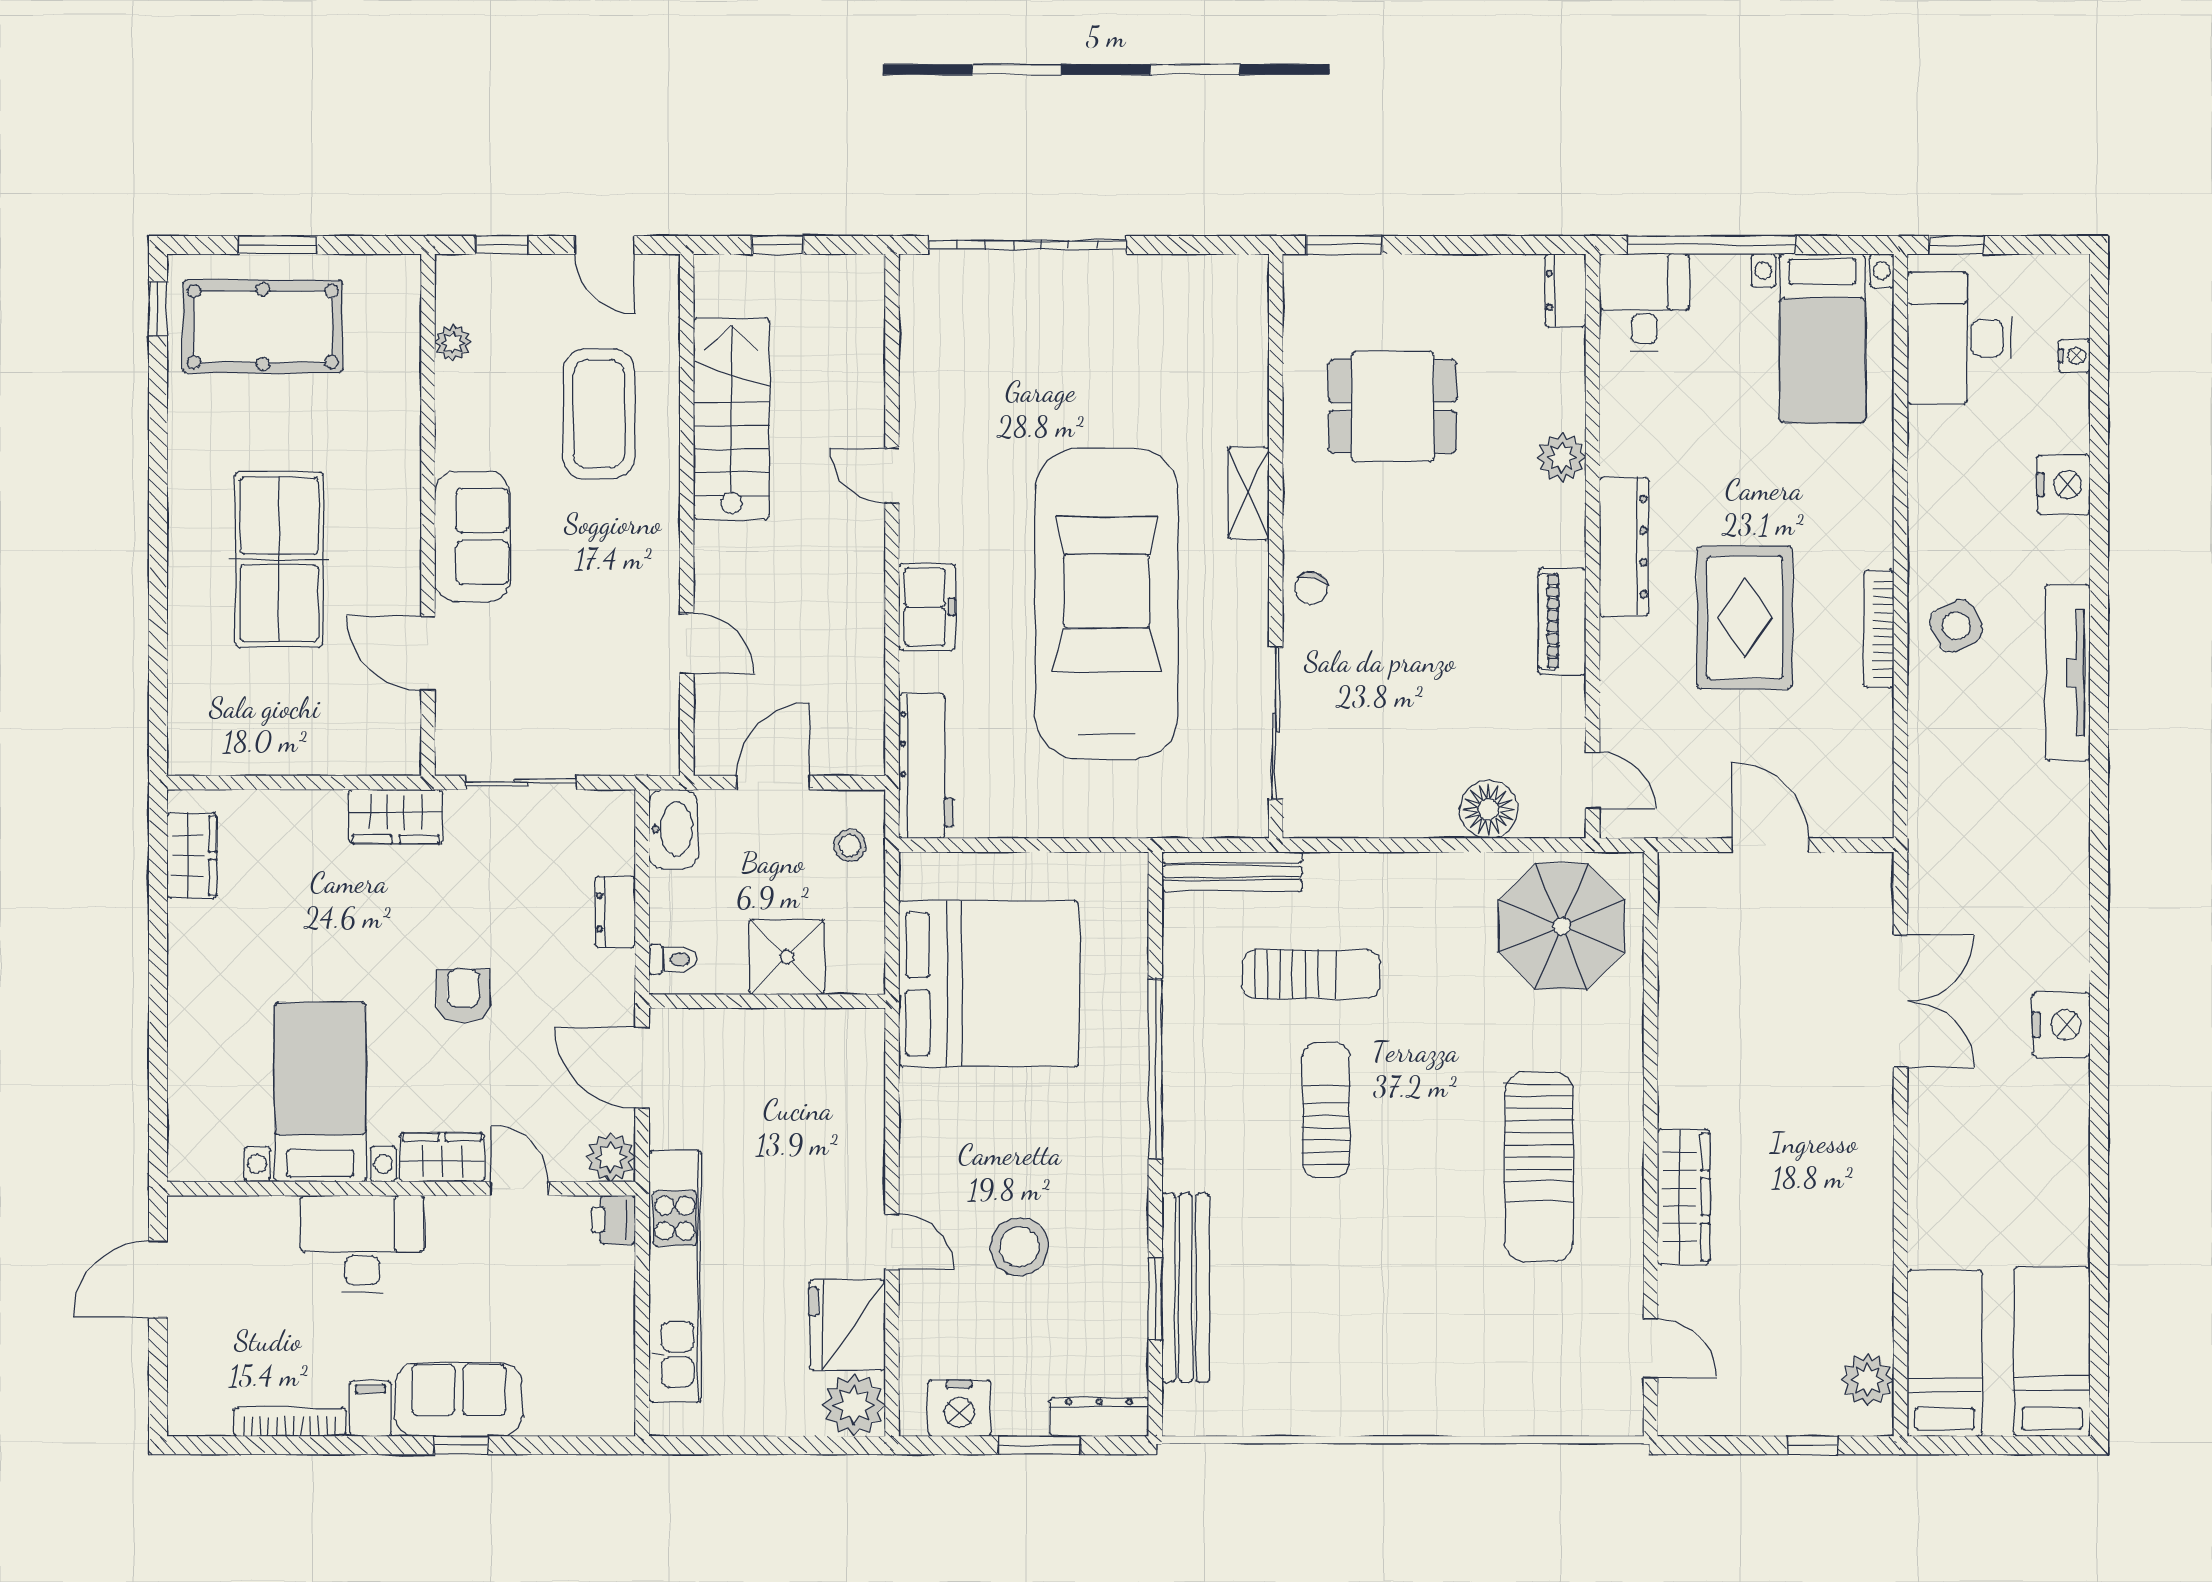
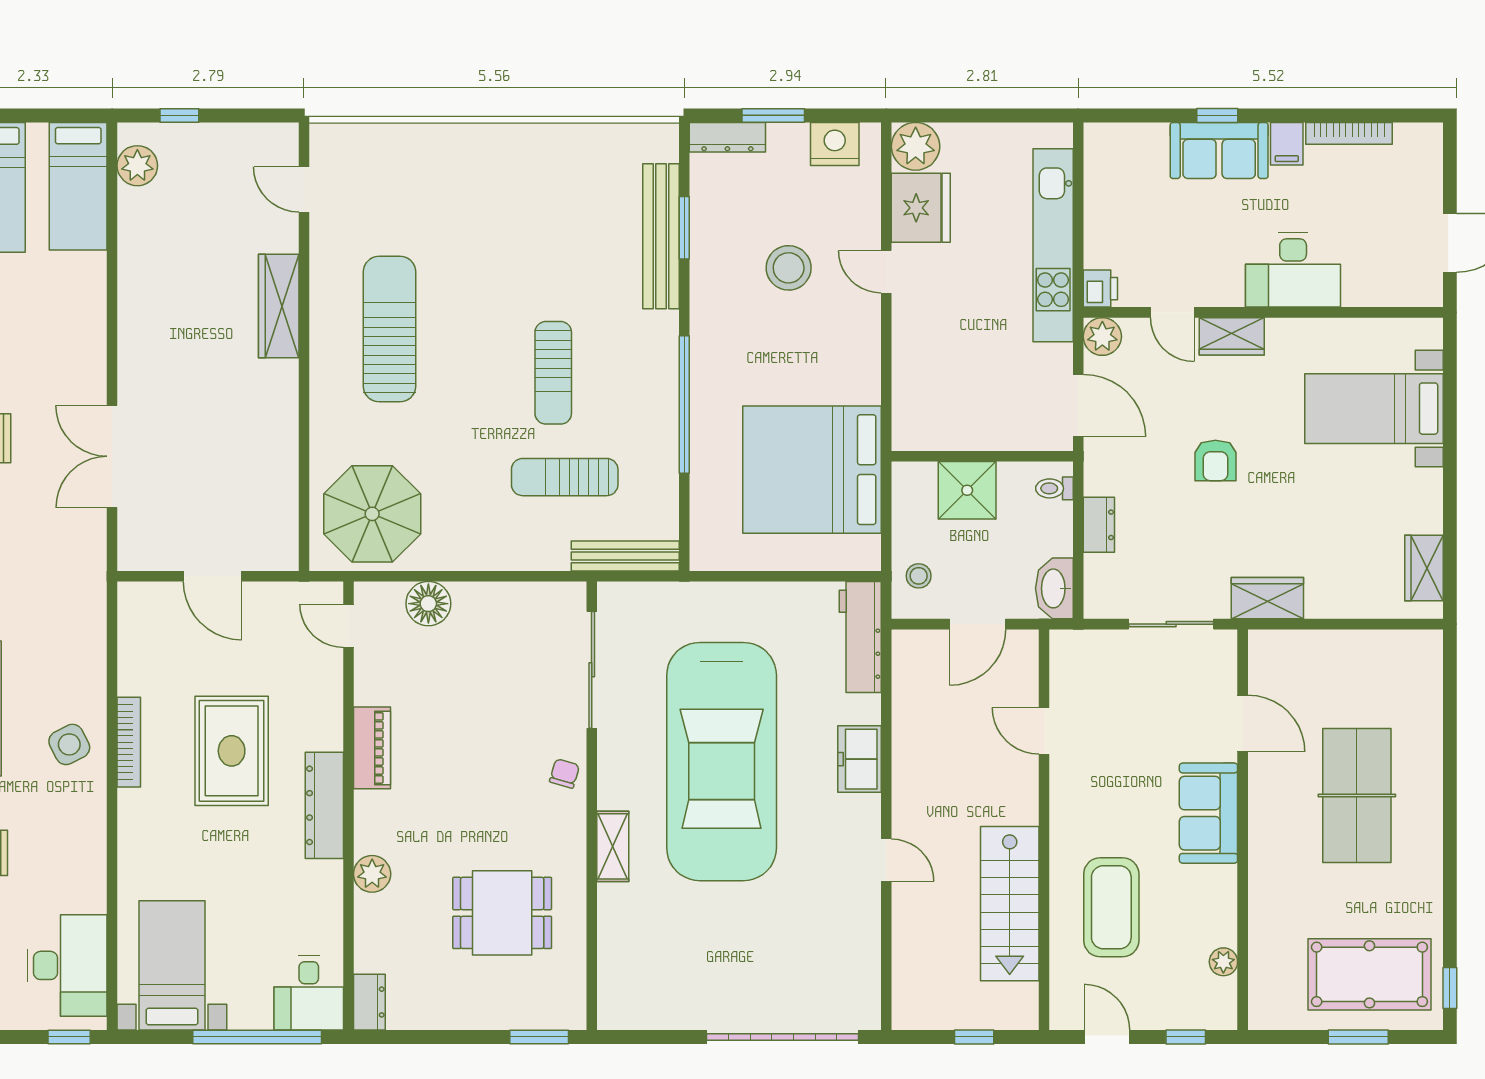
bed with nightstands: (320, 1092) -> (1374, 409), moved, turned 90

